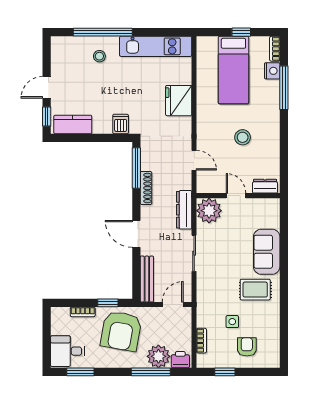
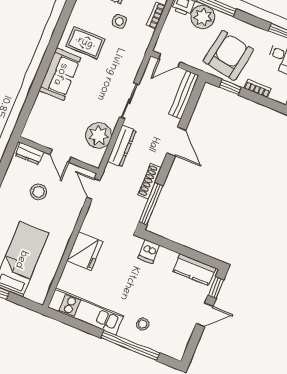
dresser: (265, 186) -> (29, 154), moved
door: (236, 196) -> (60, 156), moved
wall: (238, 196) -> (58, 155), moved

